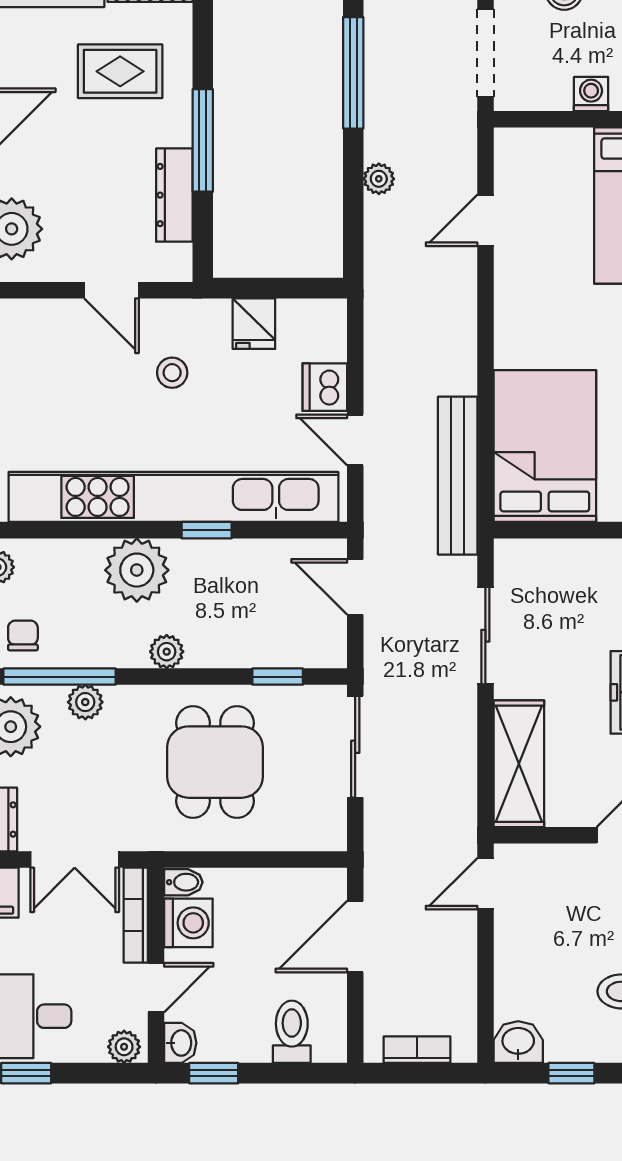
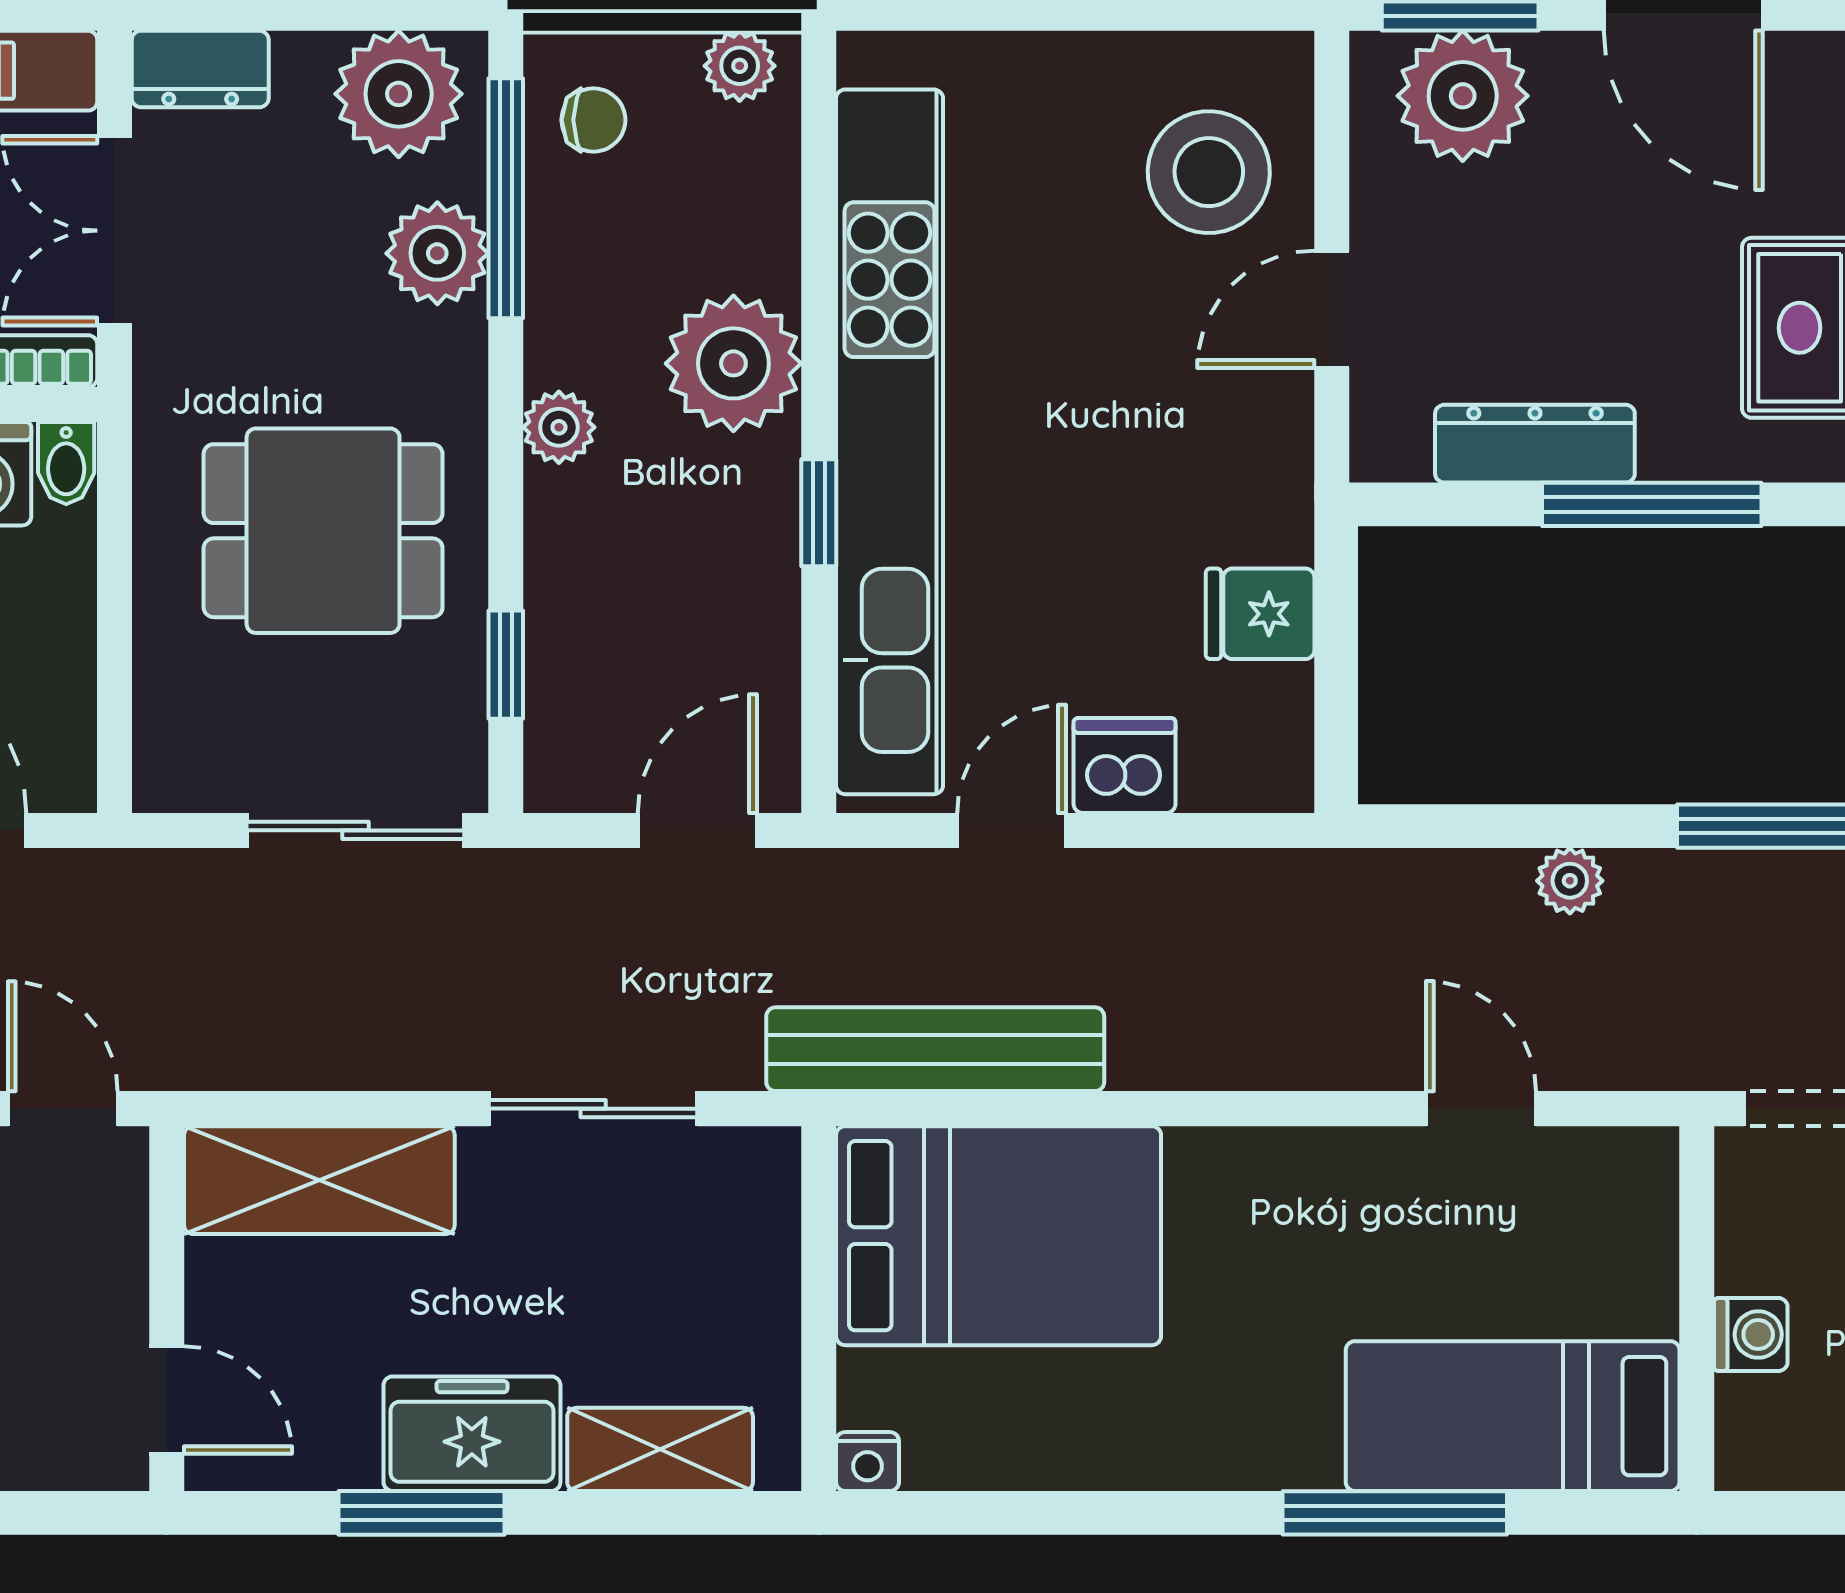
stool: (172, 373) -> (1209, 172), moved, width x1.89, depth x1.89
plant: (85, 702) -> (437, 253), width x1.38, depth x1.38

